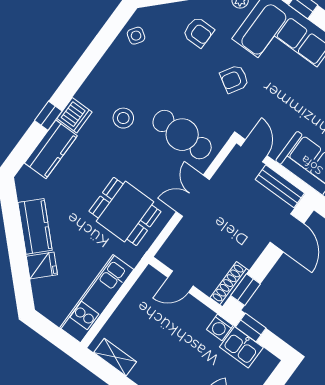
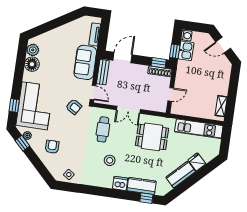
armchair: (234, 79) -> (74, 107), moved
window: (48, 116) -> (146, 198), moved
cafe table: (182, 135) -> (103, 129), width x0.73, depth x0.74
door: (254, 151) -> (93, 93), swing flipped
dining table: (125, 211) -> (152, 137), turned 90
door: (181, 282) -> (171, 94), hinge flipped
washing machine: (220, 327) -> (186, 36), moved

